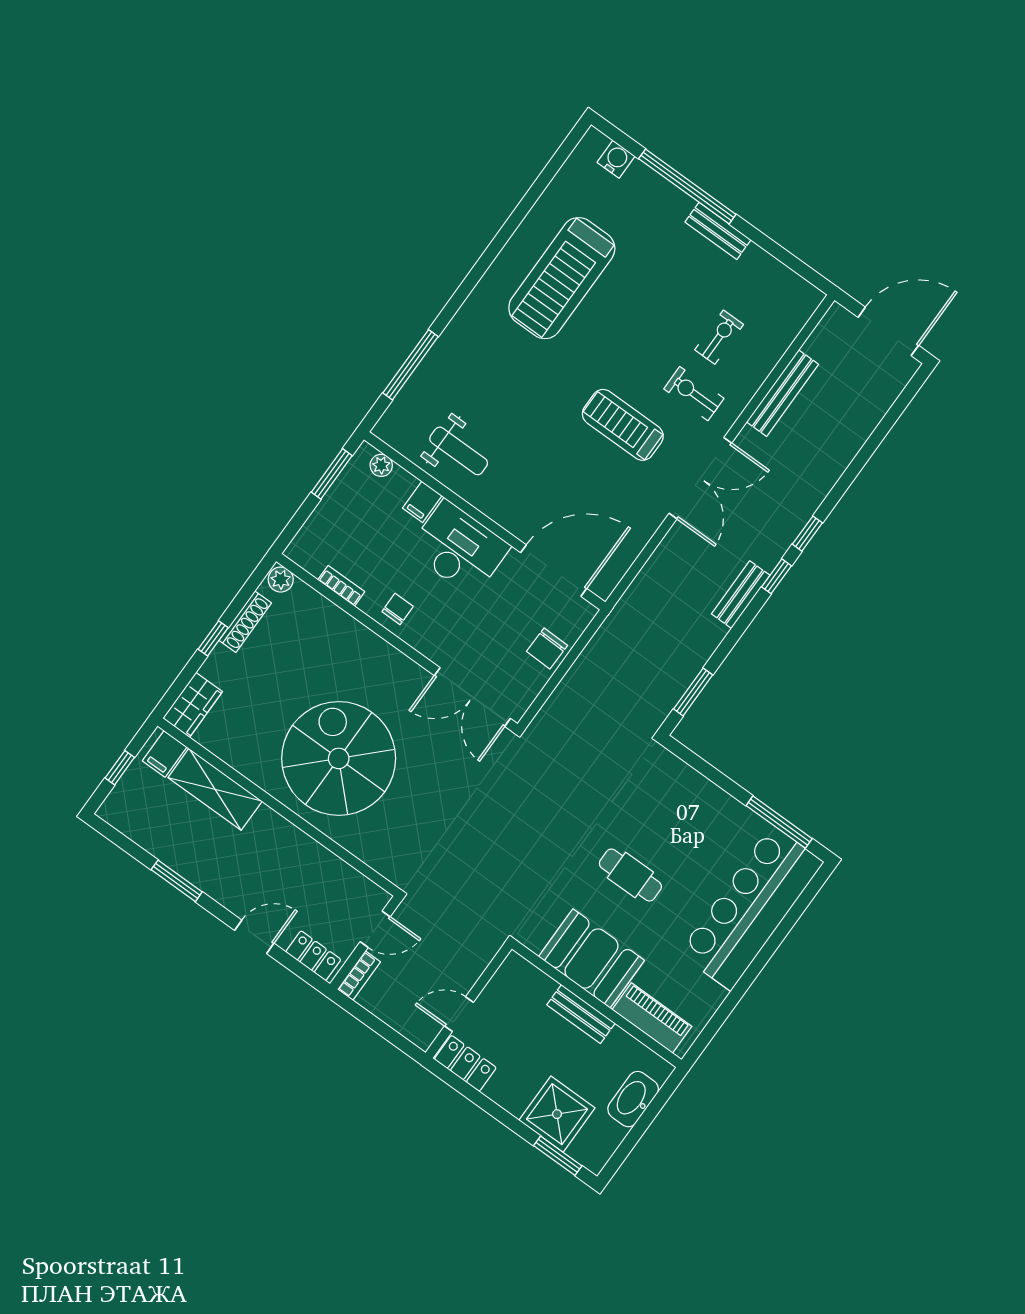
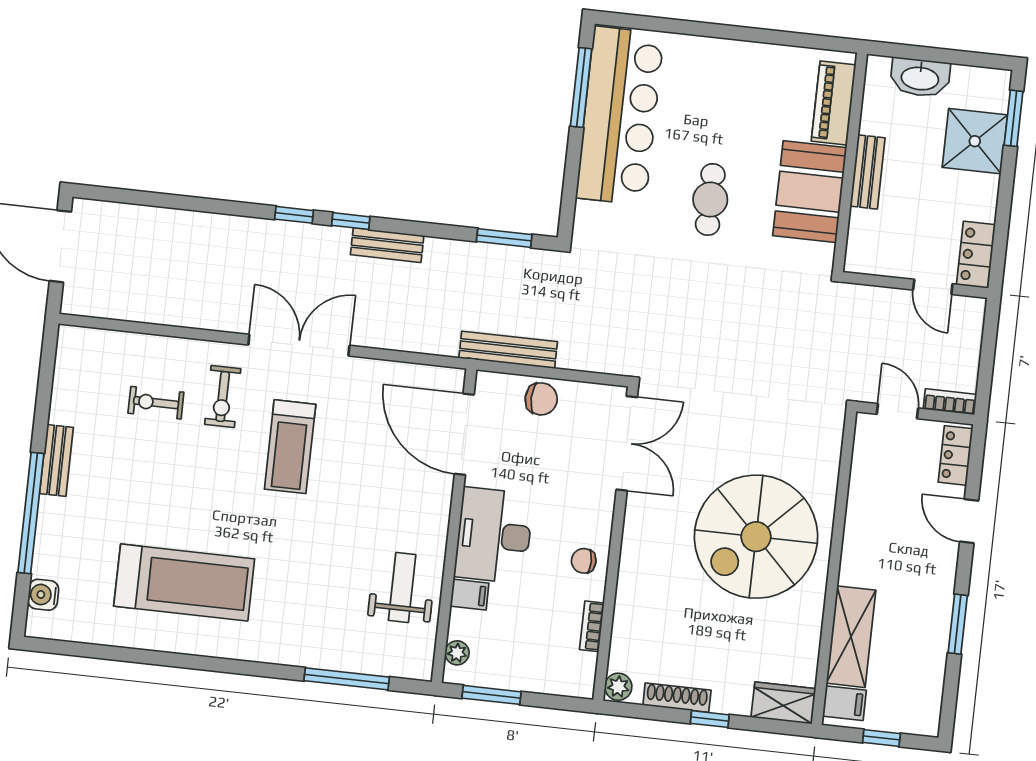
bench: (783, 393) -> (508, 350), moved
bar counter: (751, 908) -> (620, 116), moved, turned -90

